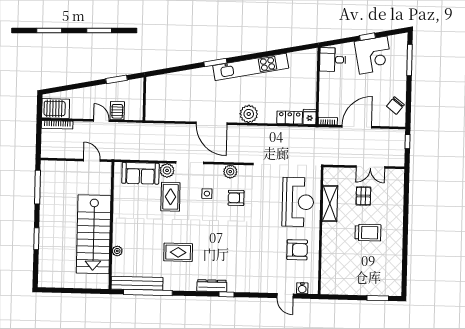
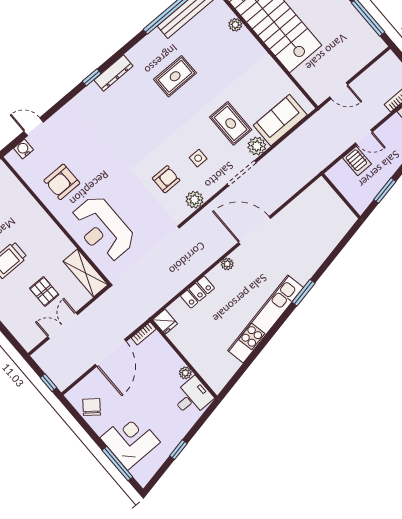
corner desk: (373, 55) -> (130, 440), moved, turned 101
plant: (324, 77) -> (185, 373), added
plant: (249, 114) -> (227, 264), width x0.53, depth x0.53
locker: (290, 118) -> (197, 292), moved
shelving: (330, 203) -> (85, 273), moved

